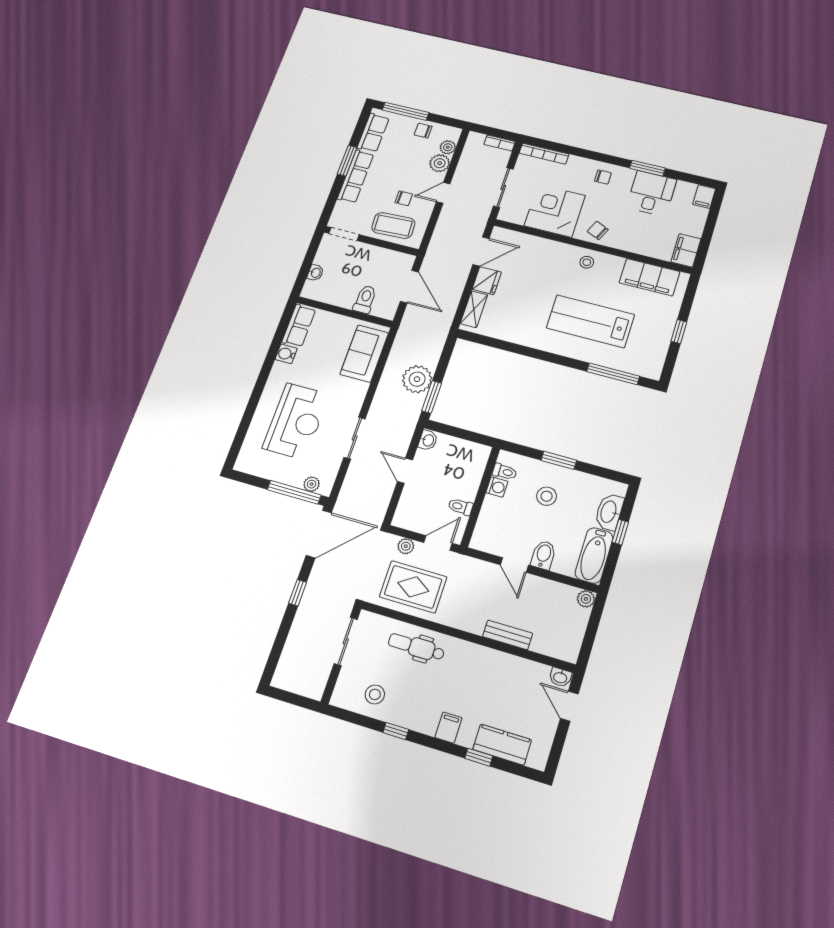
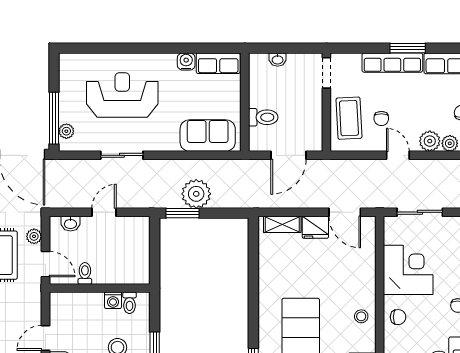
chair: (598, 230) -> (398, 317), turned 66
reception desk: (296, 421) -> (122, 95), turned 180
washbasin: (428, 440) -> (70, 224), moved

